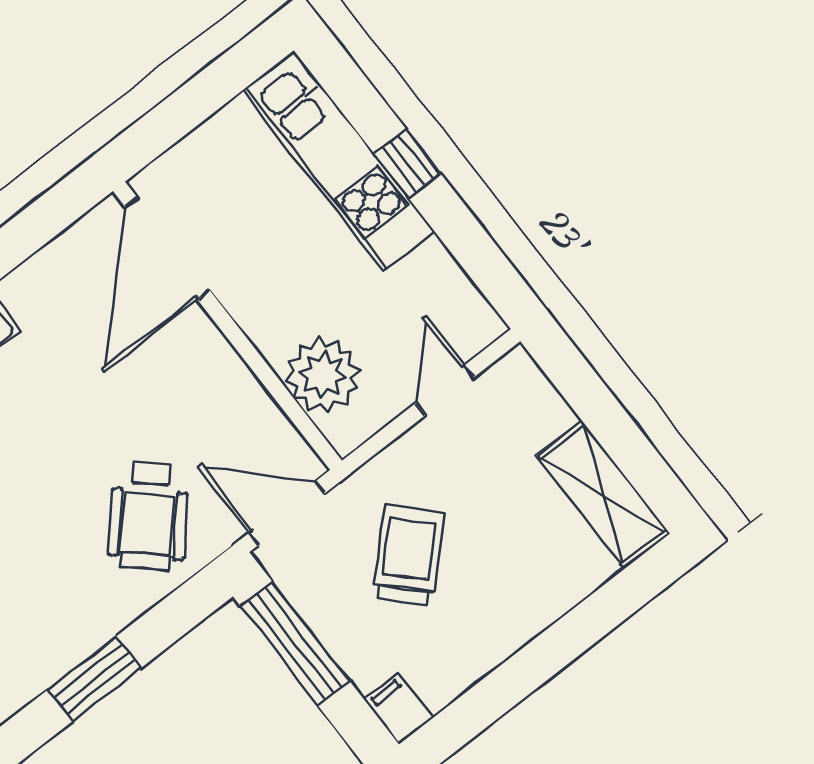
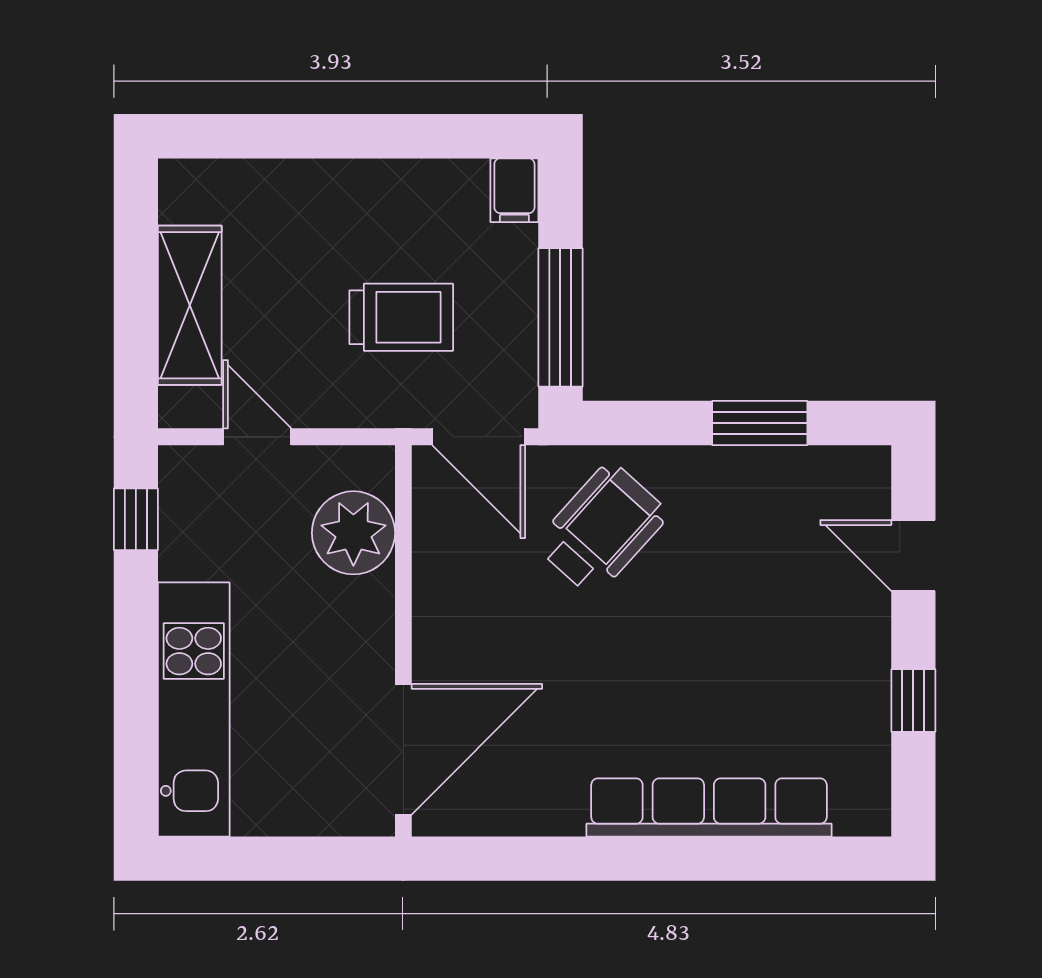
window: (407, 164) -> (136, 519), moved
door: (445, 390) -> (257, 437), swing flipped
shelving: (603, 494) -> (190, 305), moved
trolley: (409, 555) -> (401, 317), turned -136

